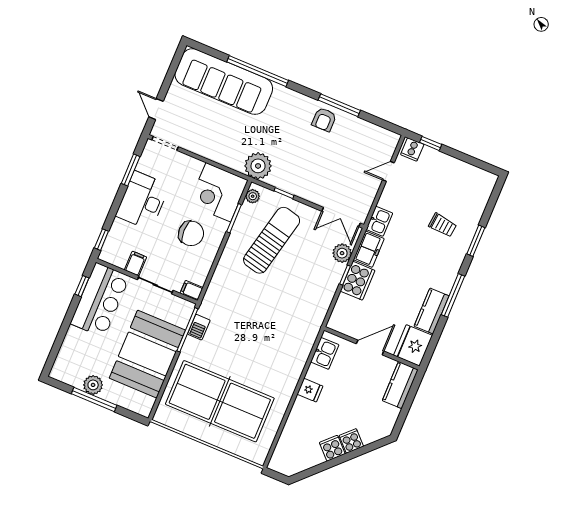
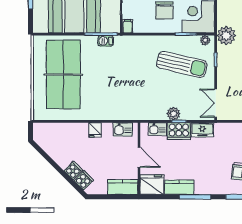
kitchen sink: (379, 221) -> (157, 129), moved
plant: (342, 253) -> (174, 114), moved
cooker: (332, 448) -> (84, 180), moved

